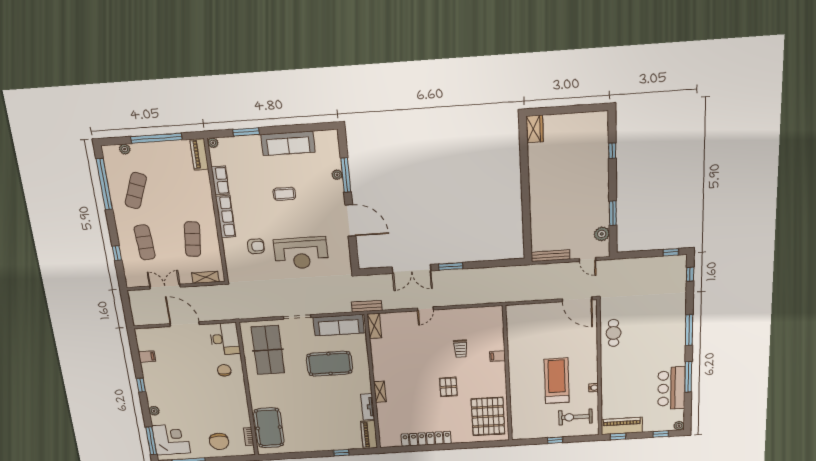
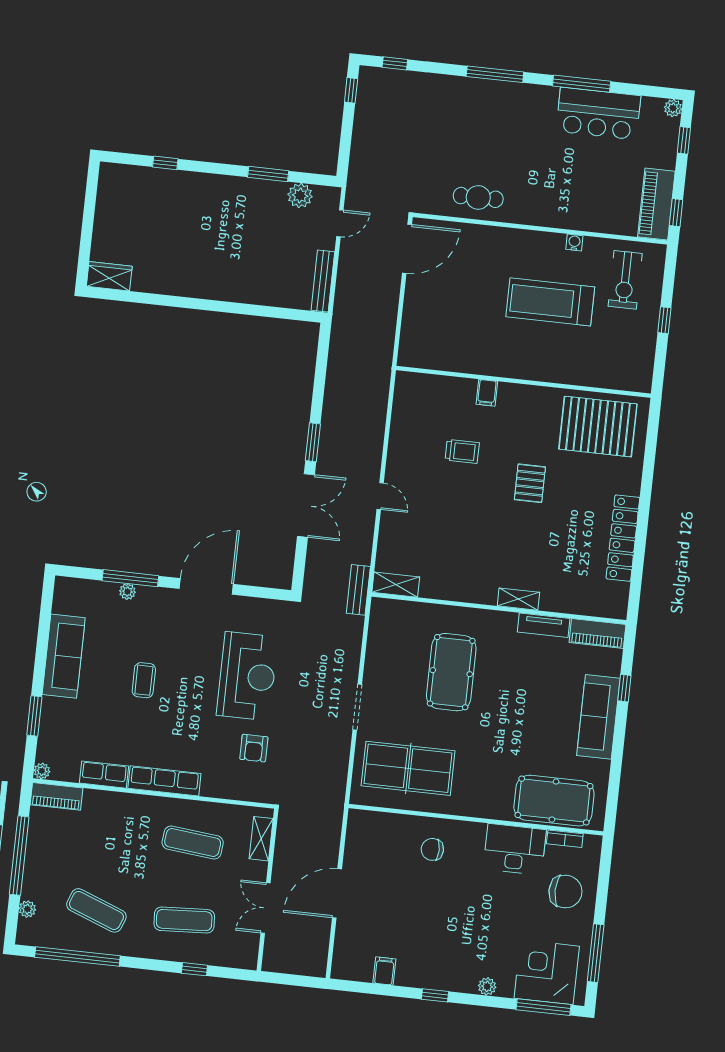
armchair: (256, 246) -> (254, 748), moved, turned 180
sofa: (339, 325) -> (598, 717), moved, turned 180
desk: (225, 339) -> (515, 849), moved
pallet: (448, 387) -> (530, 483), turned 90

